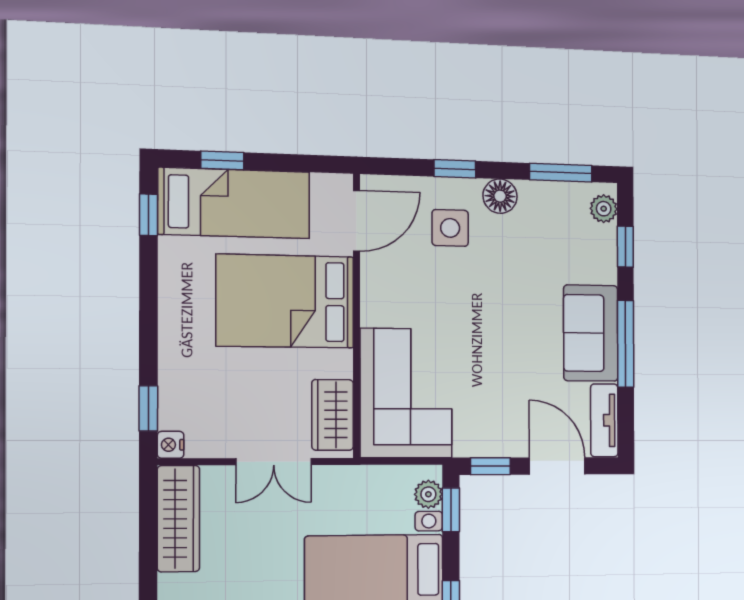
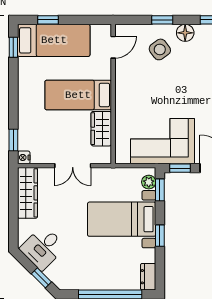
door: (357, 221) -> (113, 47), width x0.73
side table: (450, 228) -> (160, 49), turned -37
bed: (285, 301) -> (78, 95), width x0.67
corner sofa: (406, 393) -> (162, 141), moved, turned -90
wardrobe: (333, 415) -> (101, 129), moved

